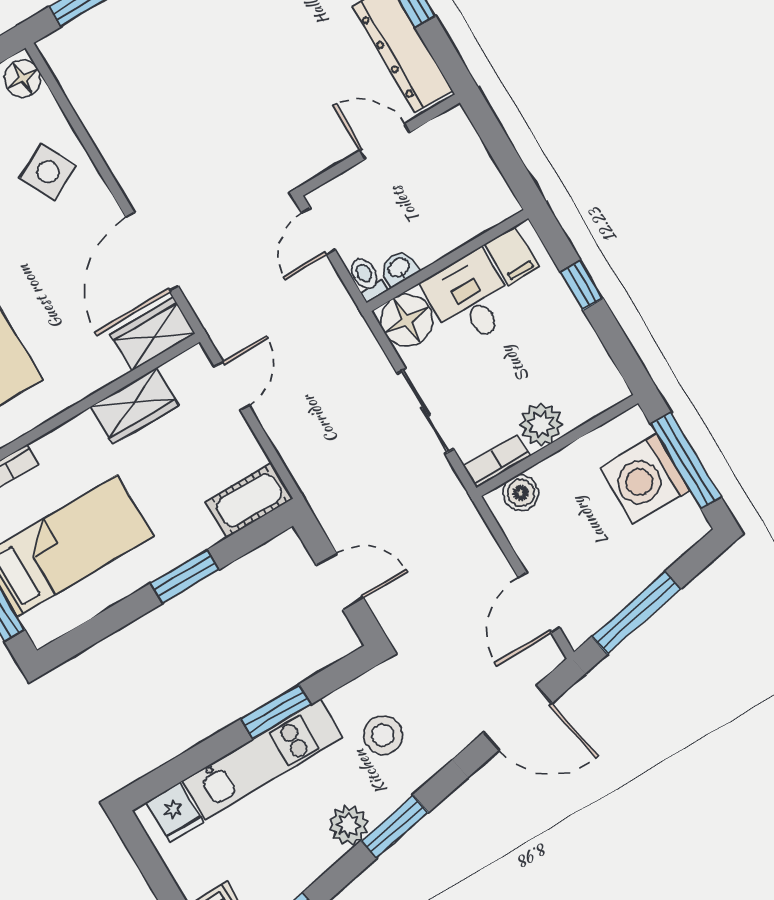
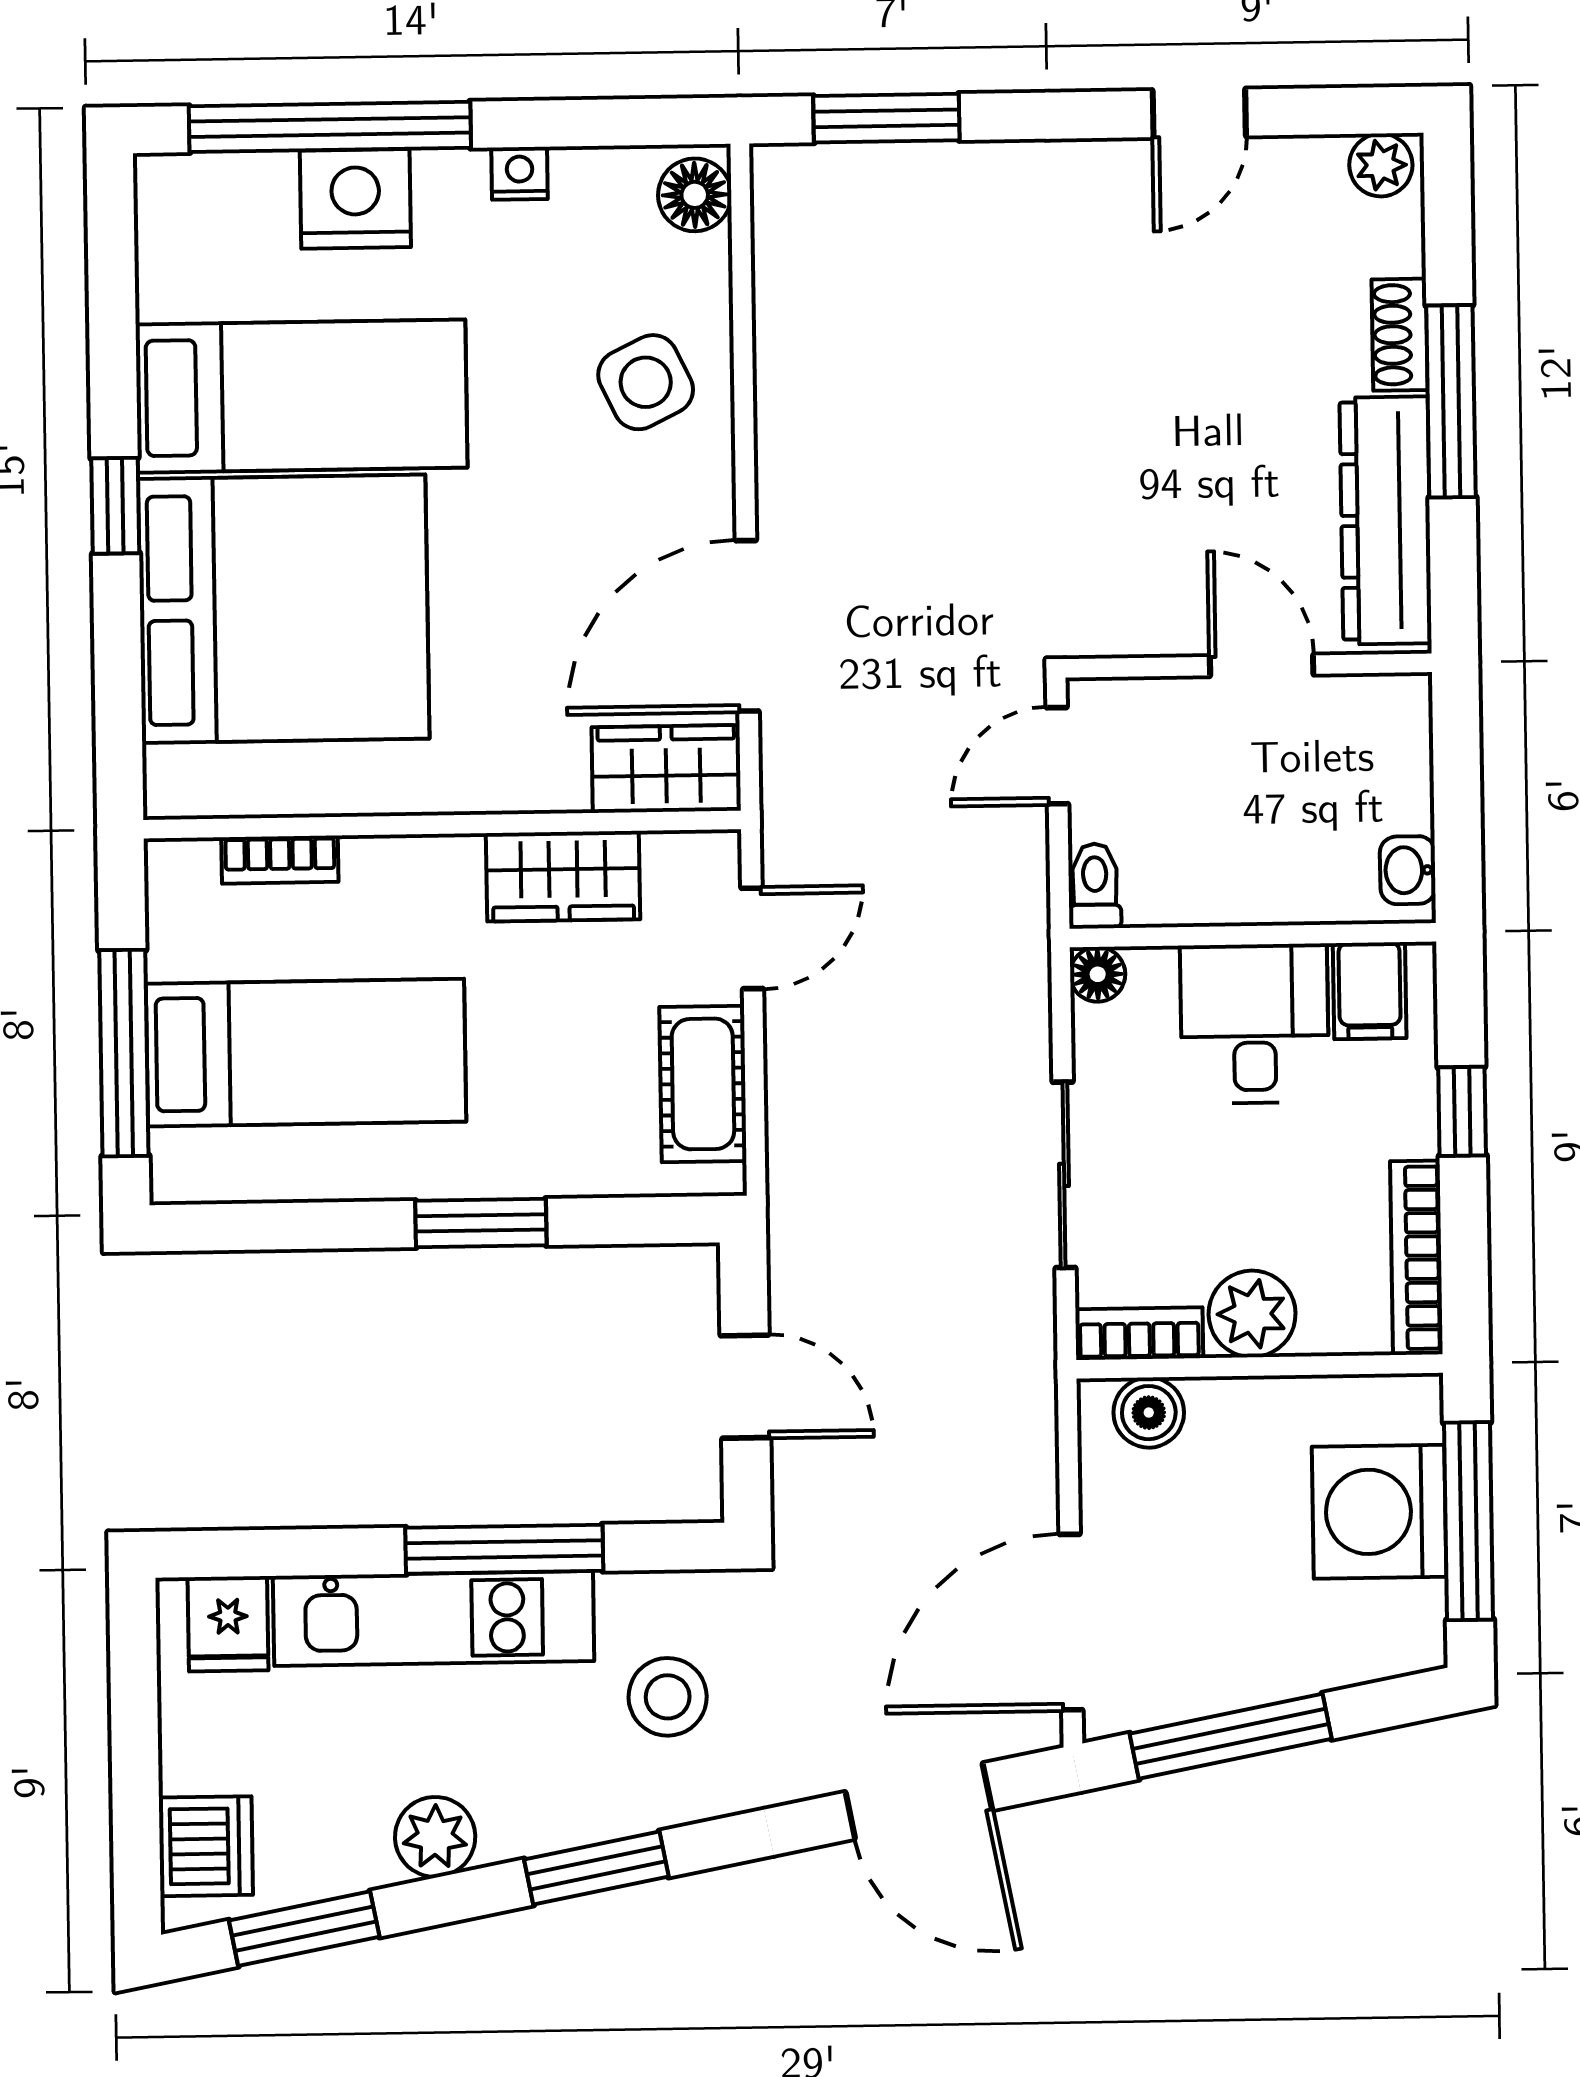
washbasin: (399, 268) -> (1408, 870), moved, turned -90
floor lamp: (407, 320) -> (1098, 974), width x0.53, depth x0.53
bookcase: (598, 360) -> (1416, 1258), added
cot: (249, 500) -> (703, 1084), moved, turned 90
door: (539, 603) -> (1071, 1622), width x1.36
window: (276, 712) -> (504, 1549), width x1.44
plant: (349, 825) -> (435, 1837), moved

